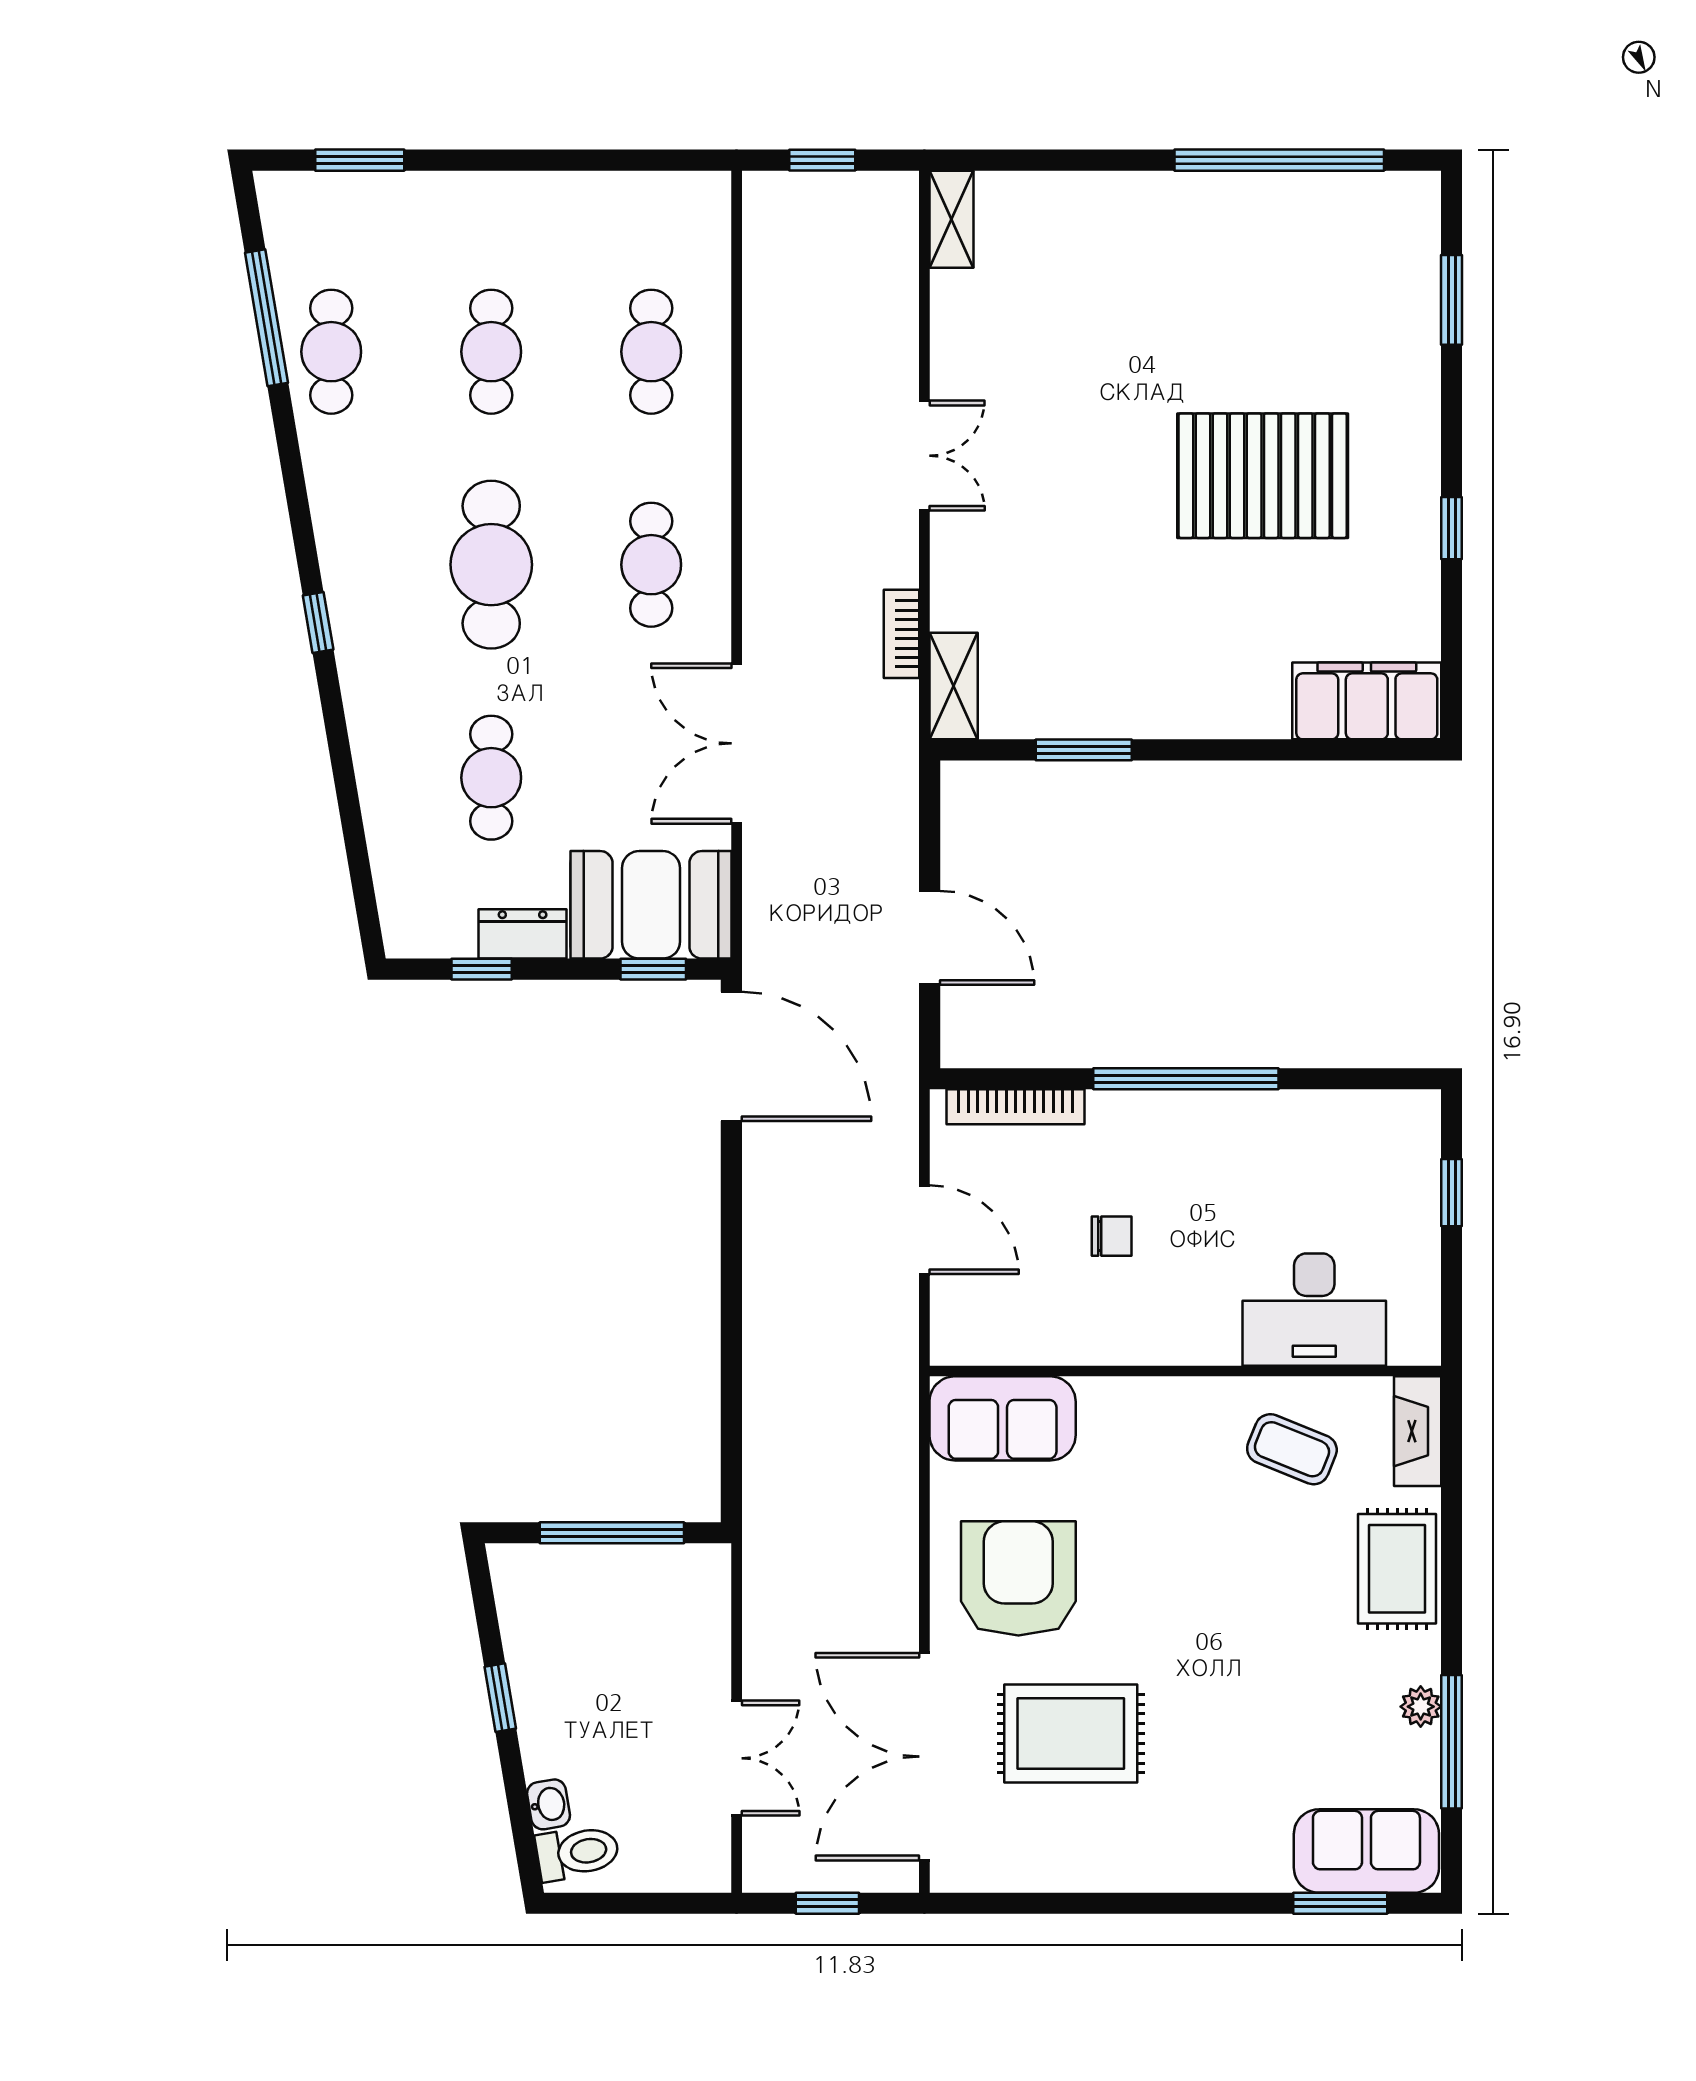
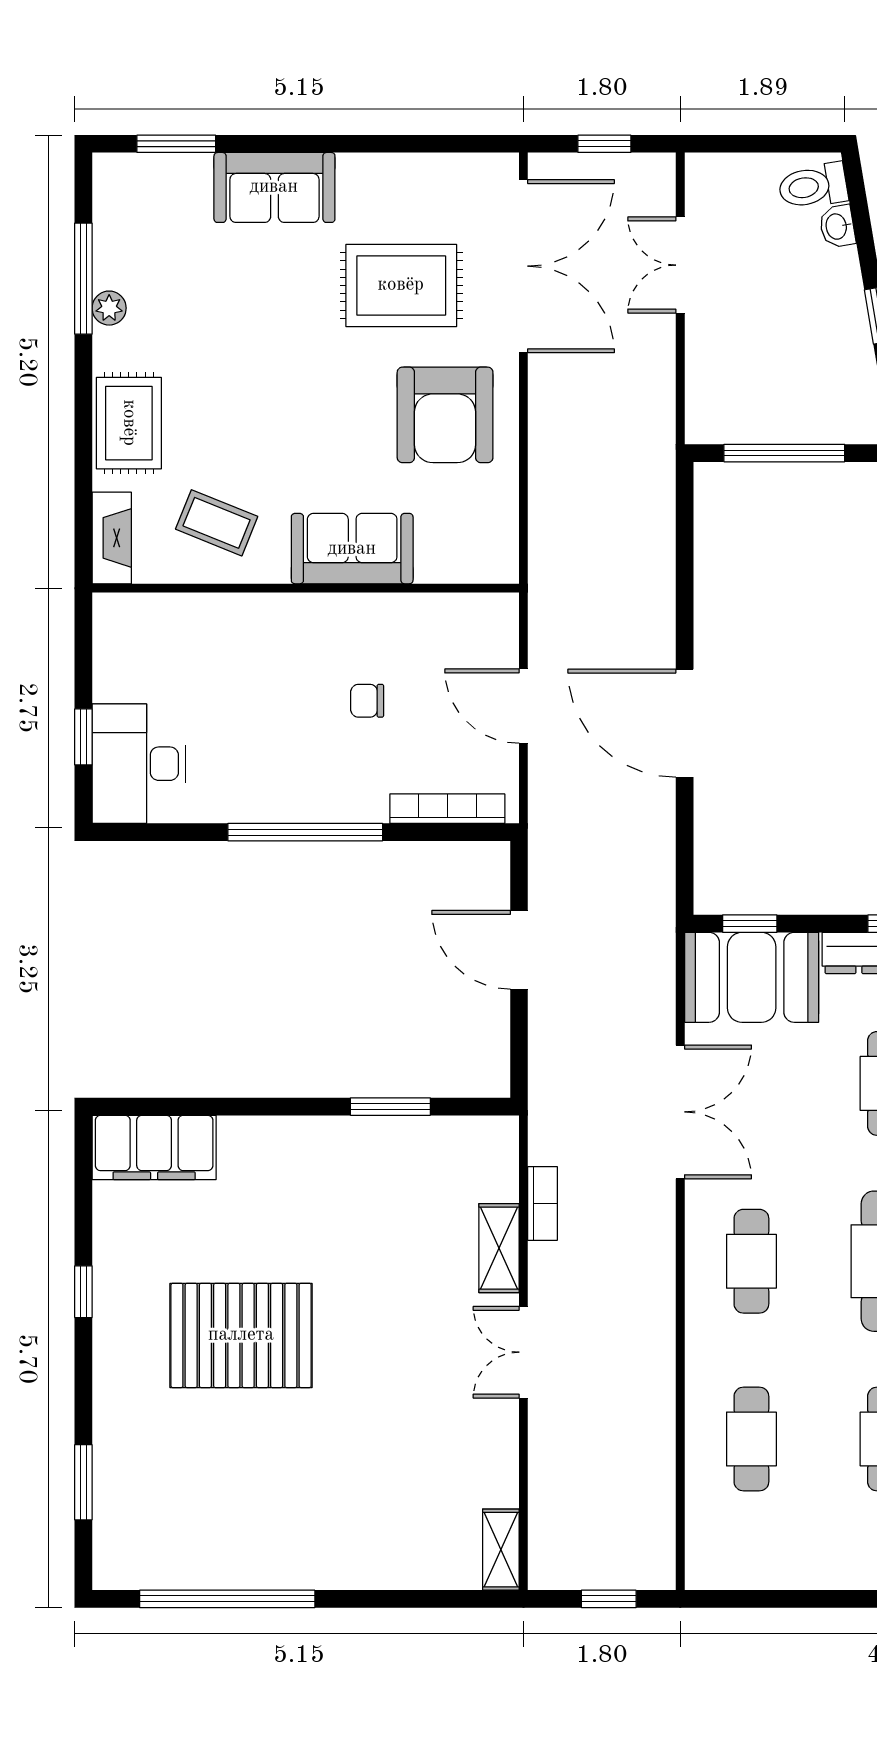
shelving: (954, 686) -> (499, 1248), moved
door: (731, 1056) -> (685, 723), moved
desk: (1314, 1310) -> (139, 764), moved, turned -90
sofa: (1003, 1418) -> (352, 549), moved
sofa: (1366, 1851) -> (274, 187), moved

